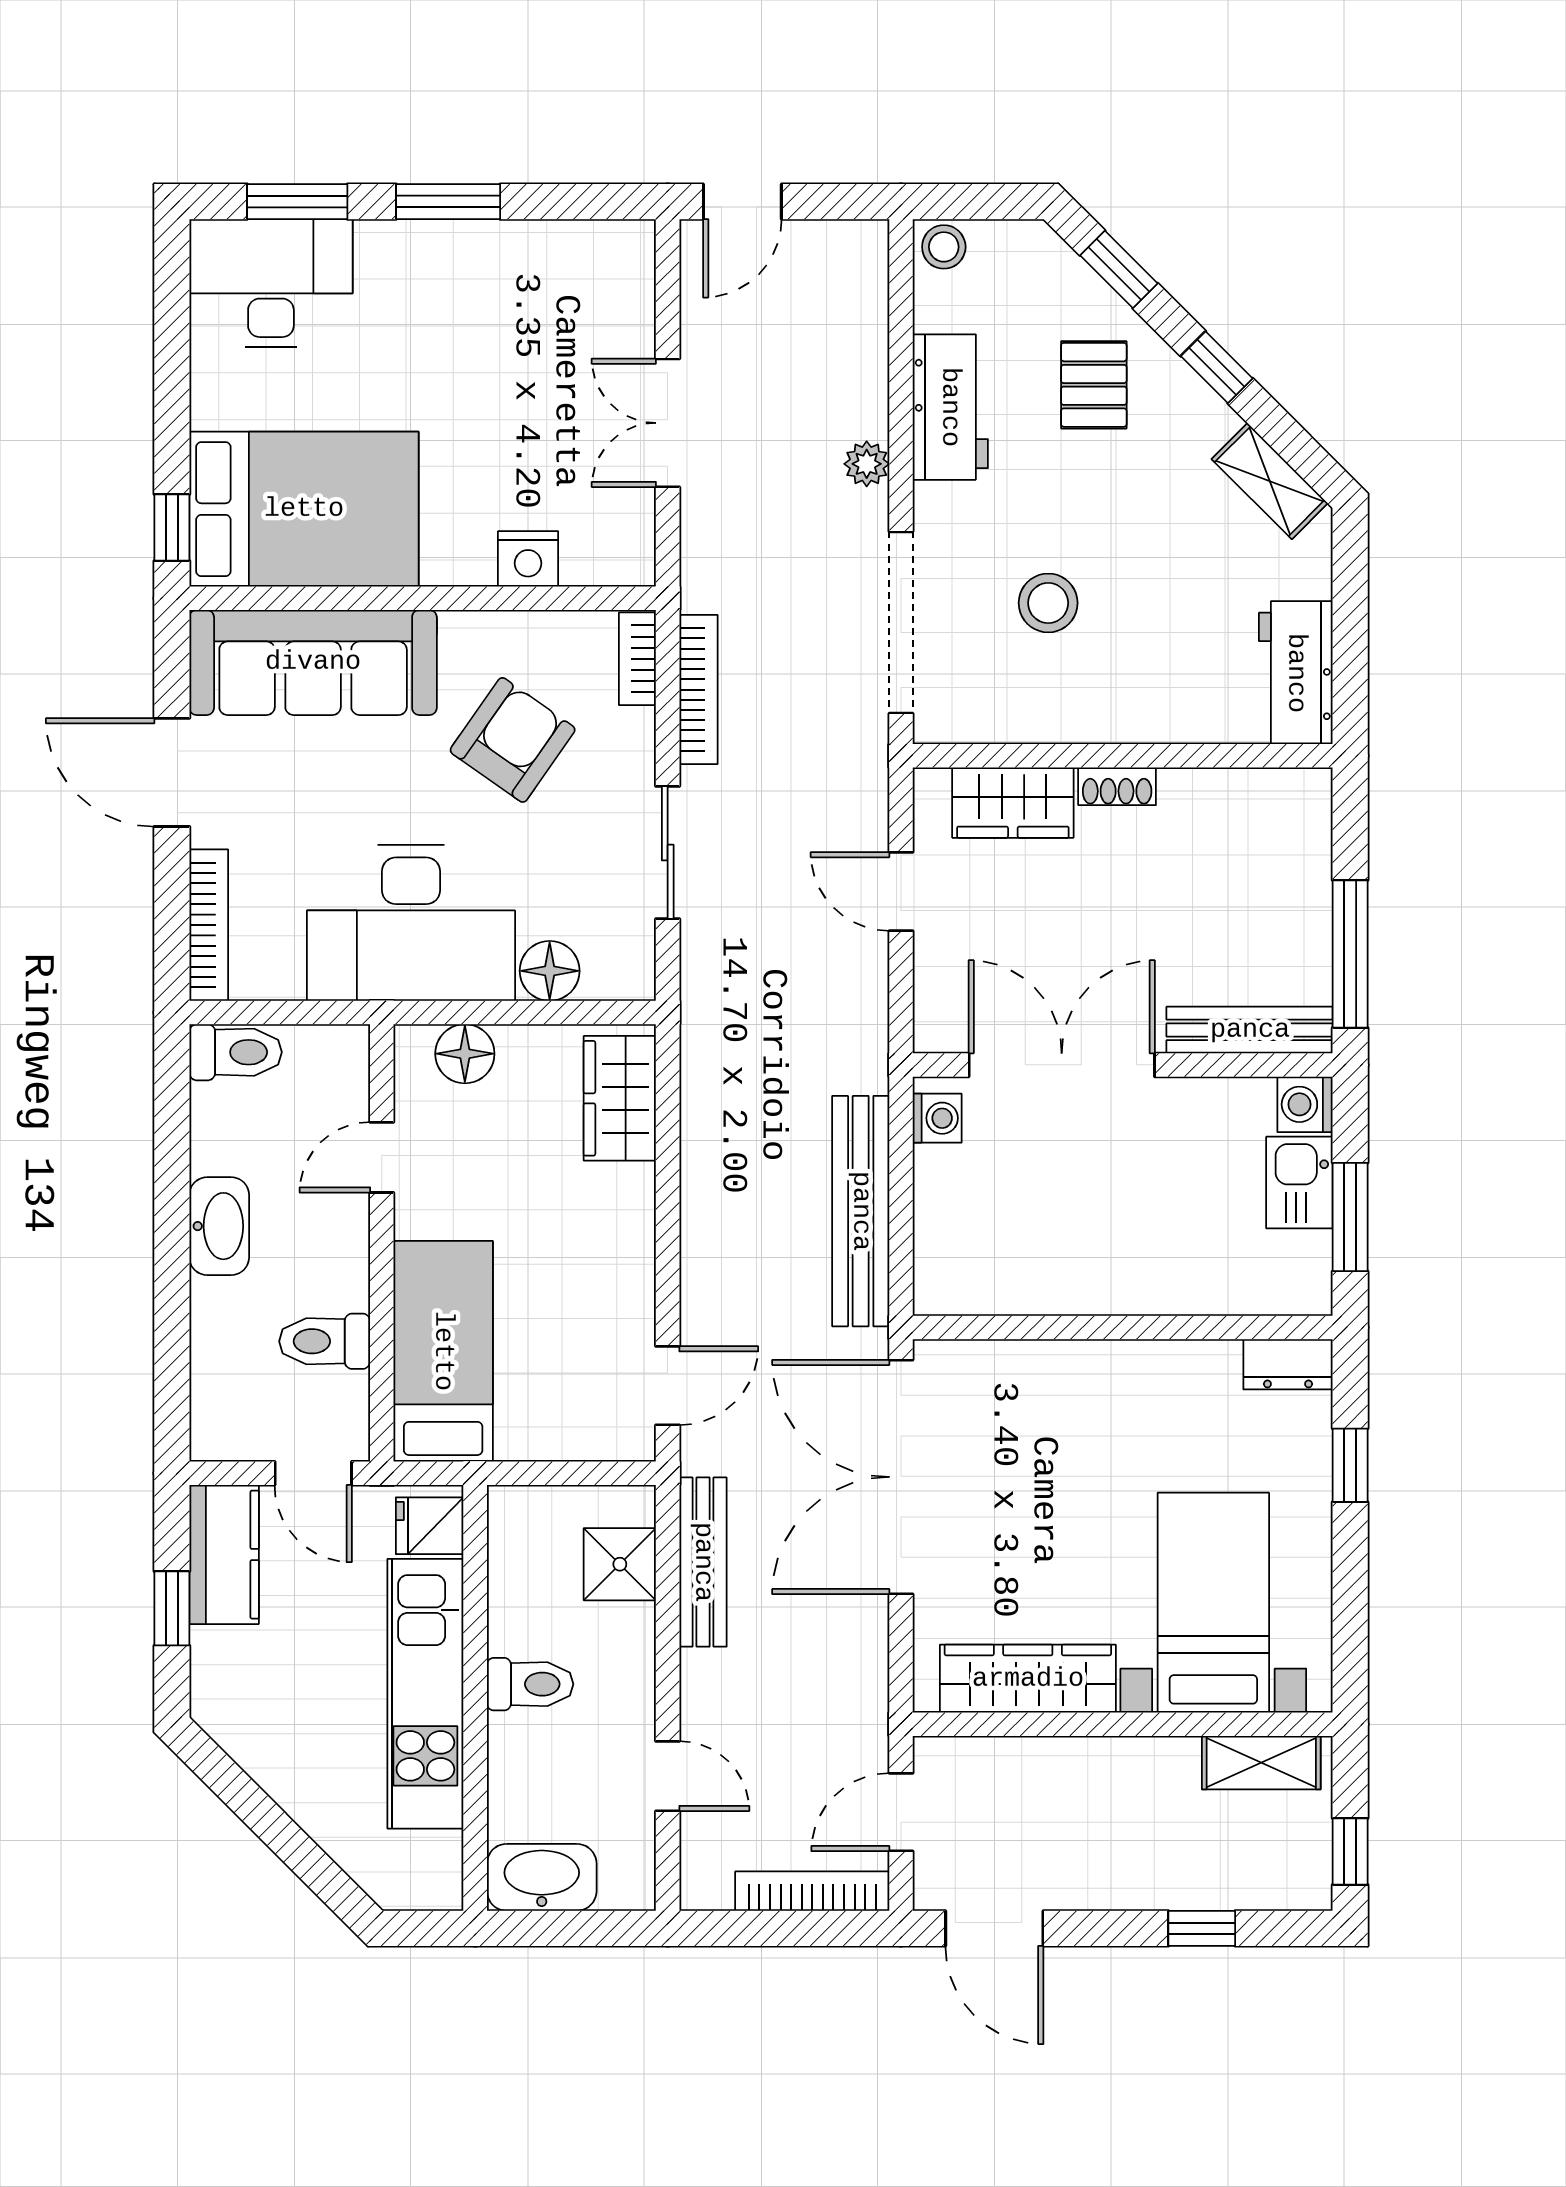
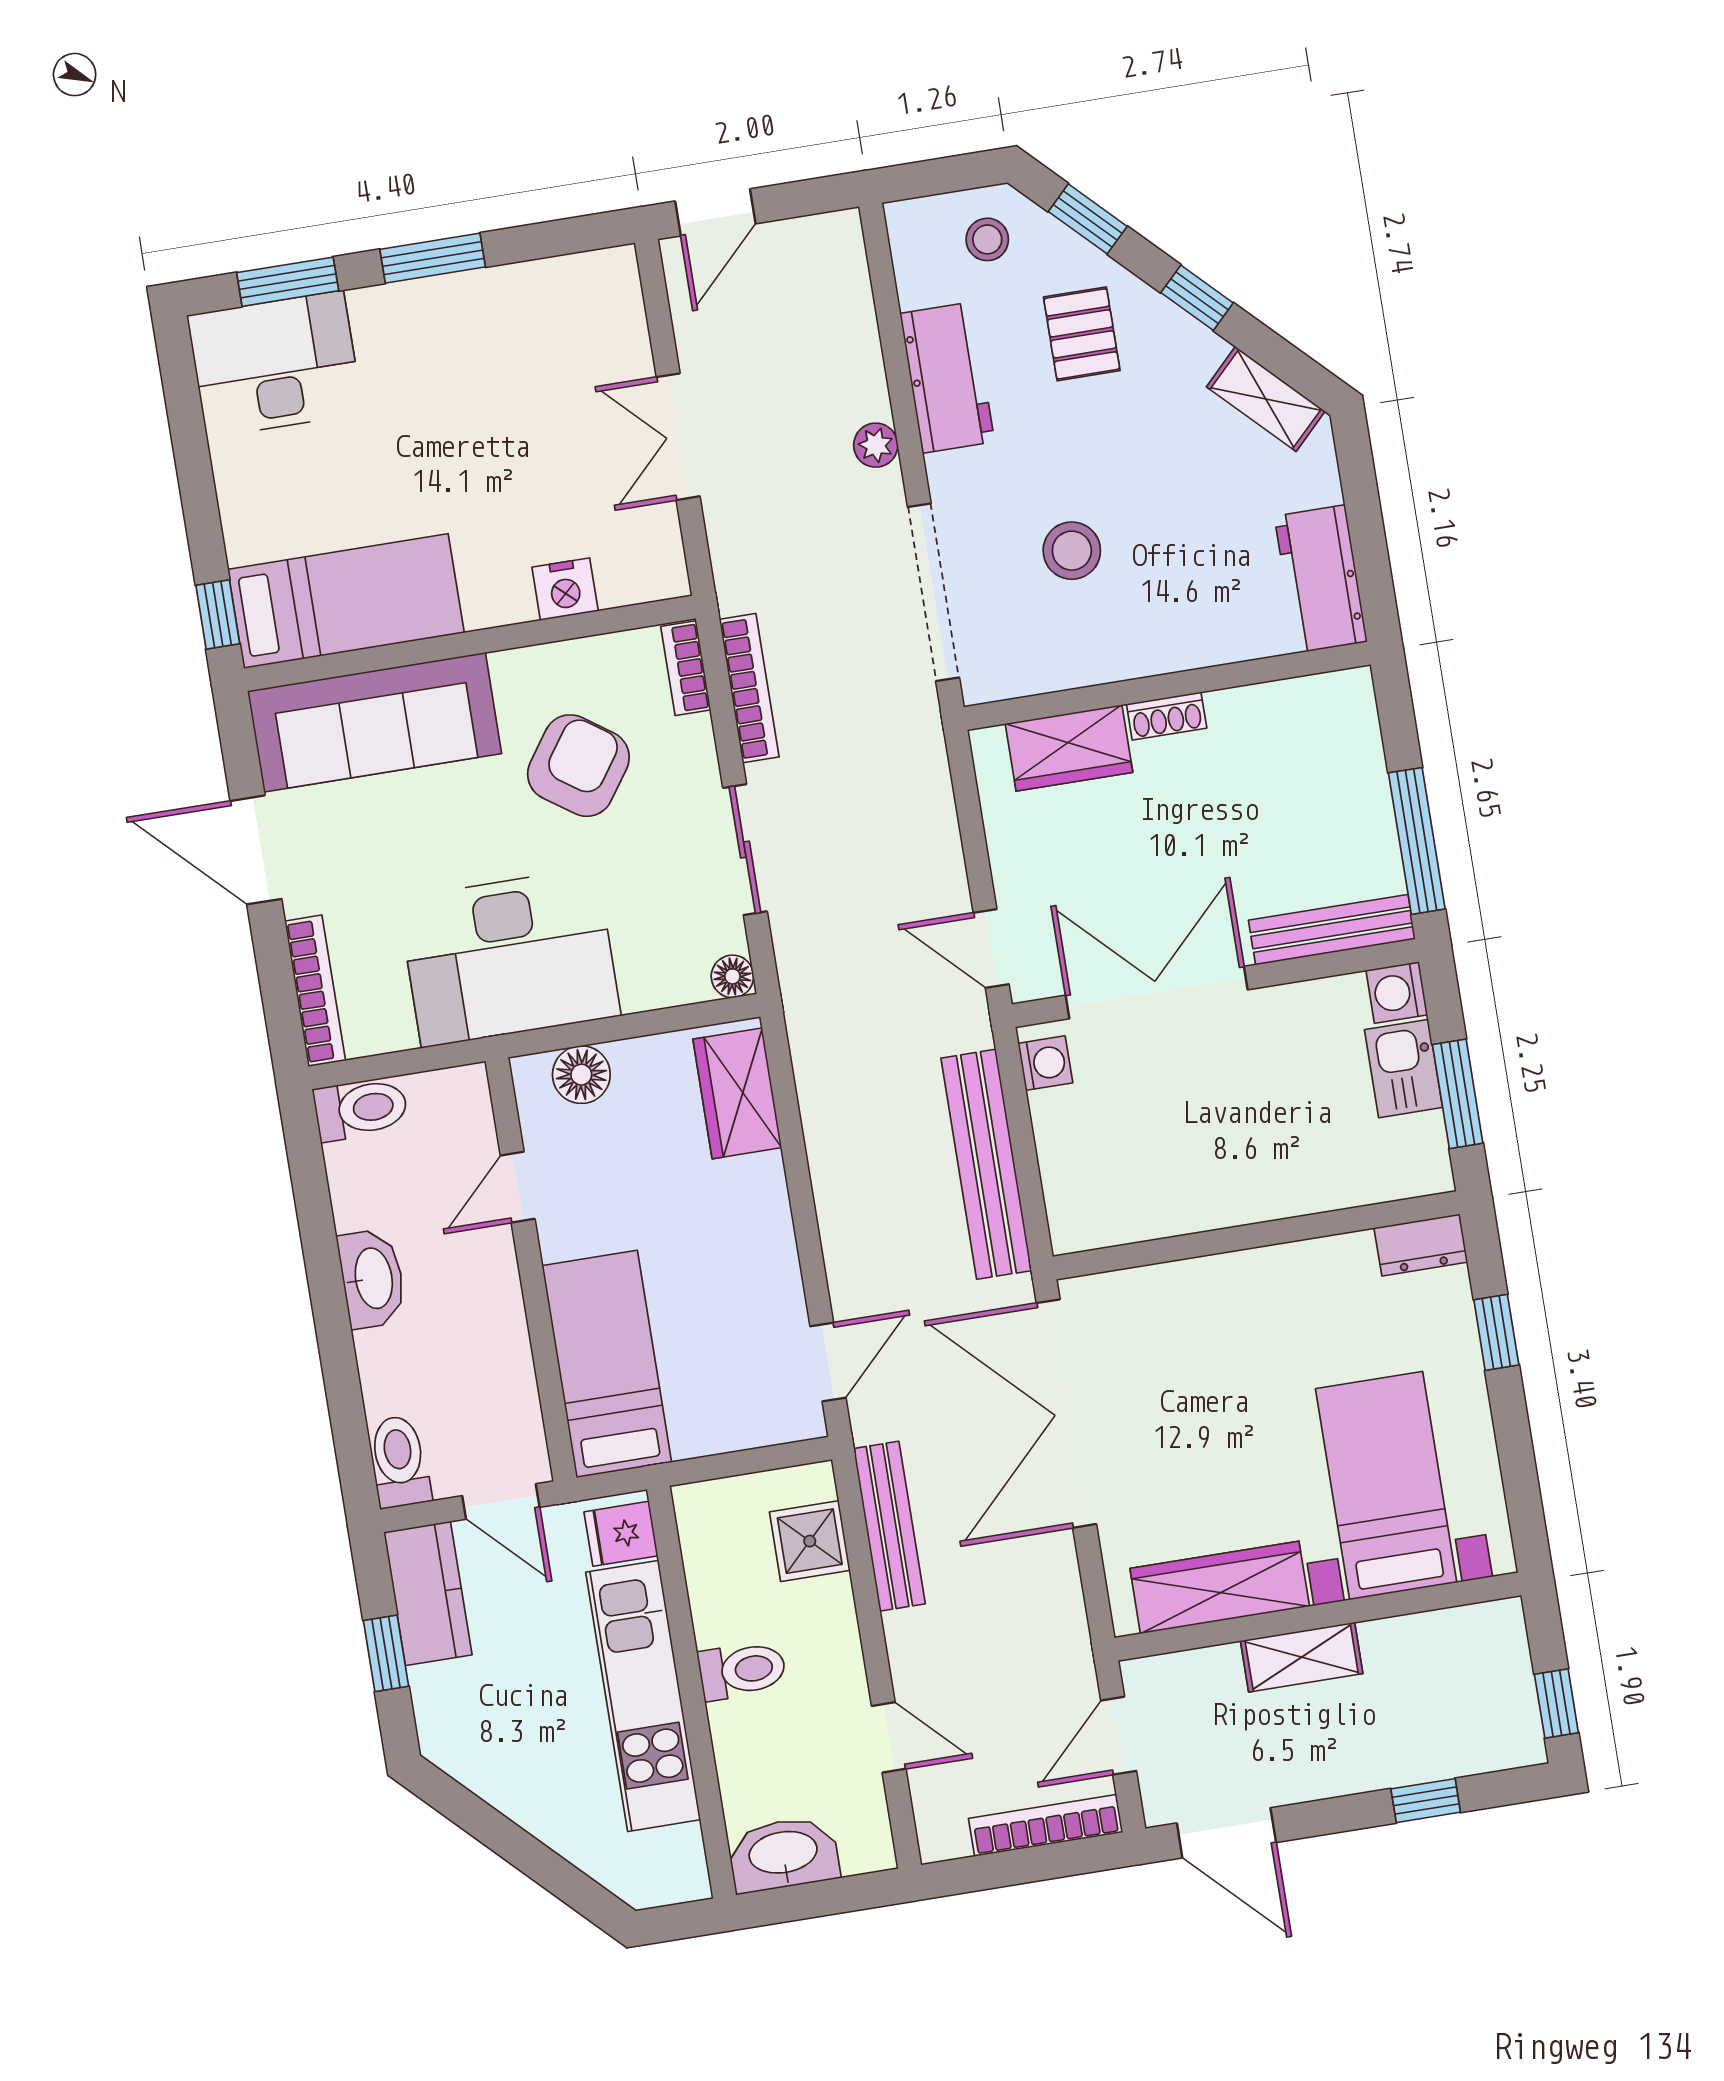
stool: (944, 247) -> (987, 239), moved
bed: (304, 509) -> (346, 601), width x0.67
door: (901, 891) -> (991, 949), moved
floor lamp: (550, 971) -> (732, 976), moved, width x0.73, depth x0.73
toilet: (325, 1341) -> (399, 1462), moved, turned 90
shelving: (1261, 1763) -> (1302, 1657), moved

